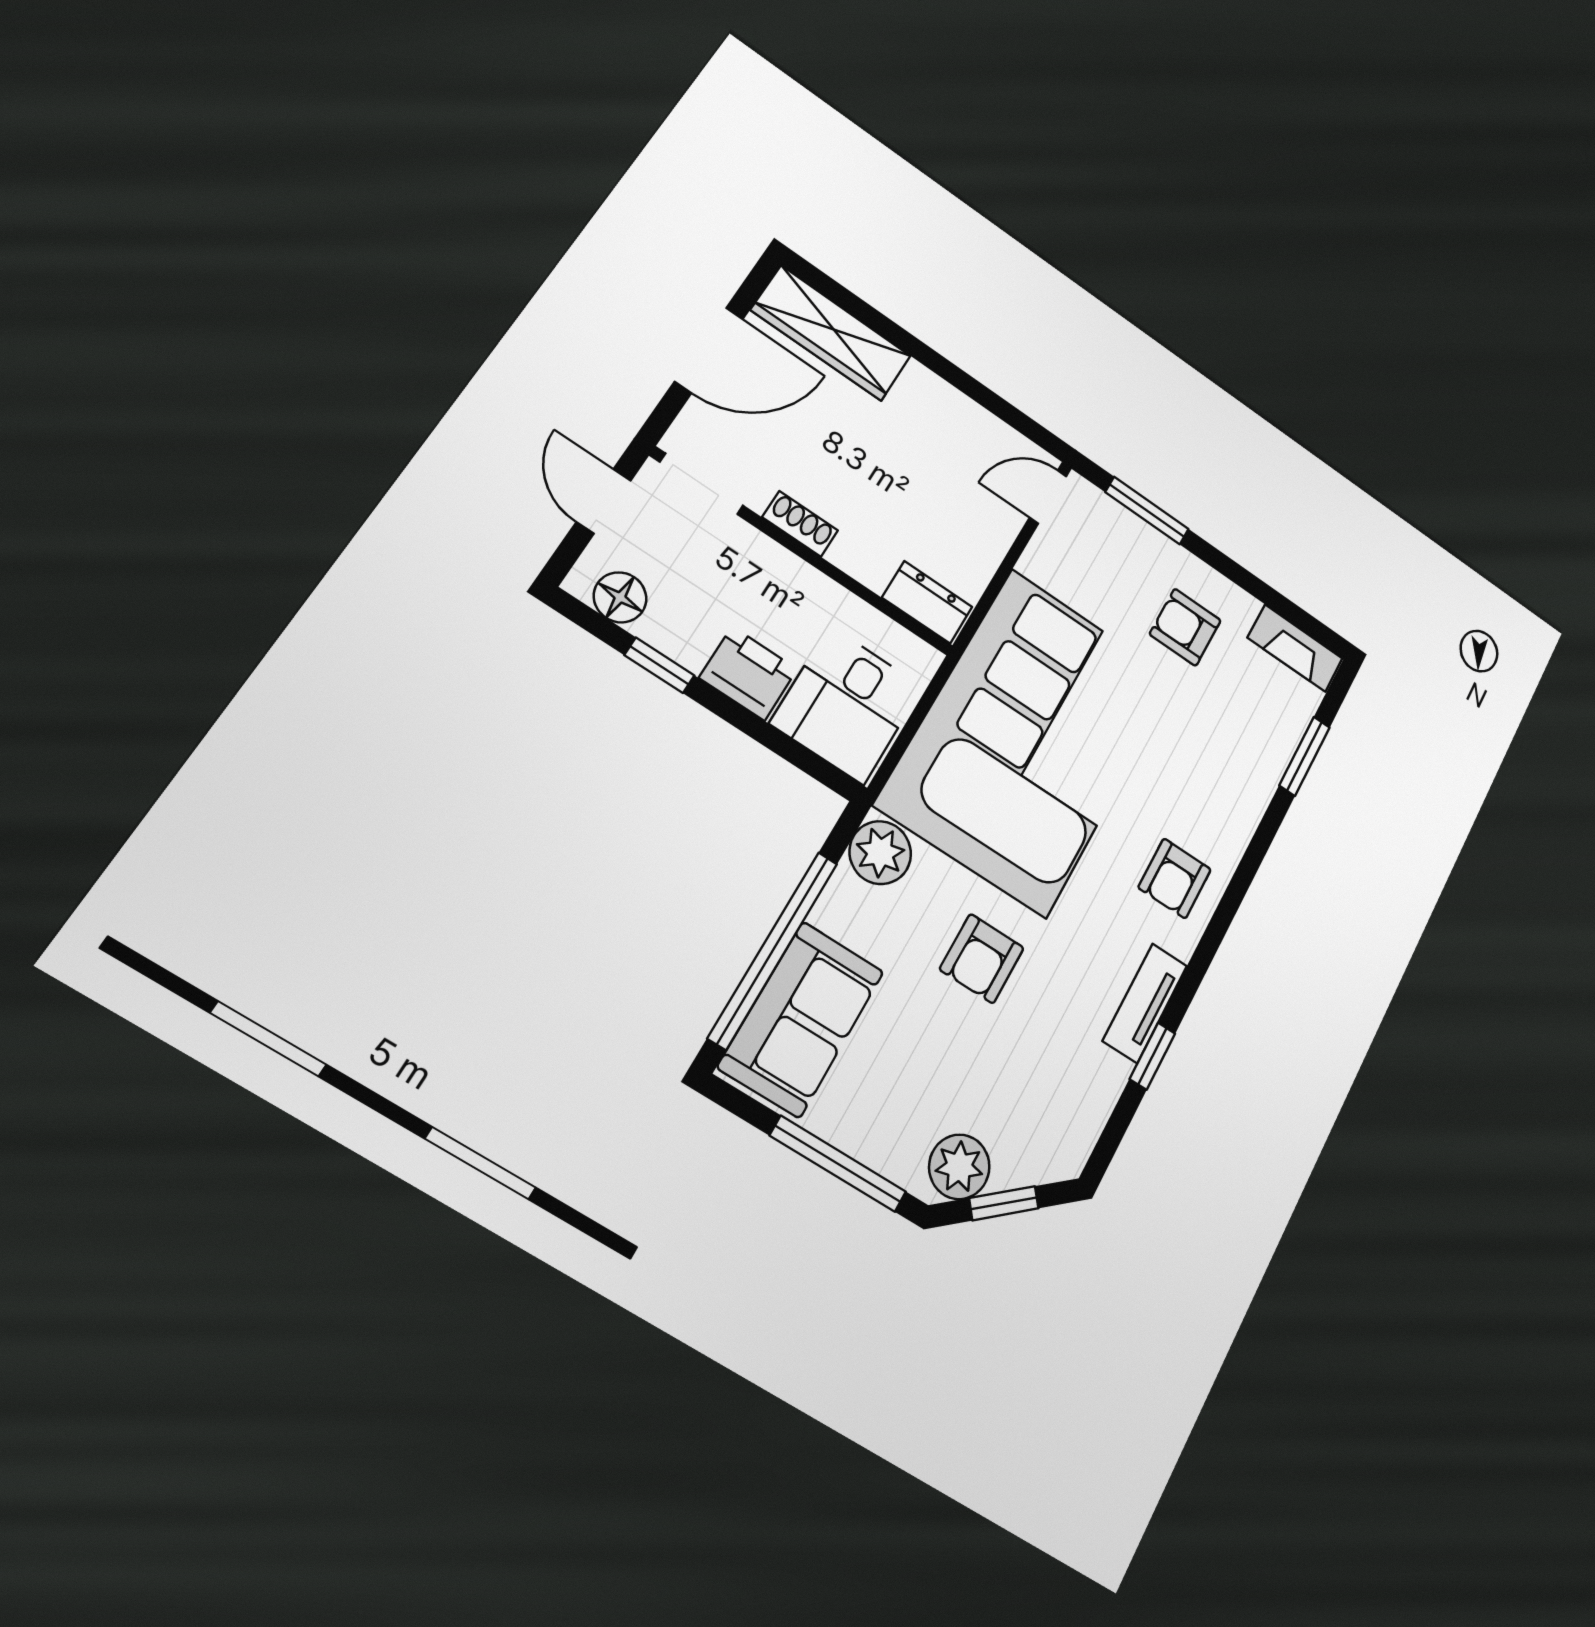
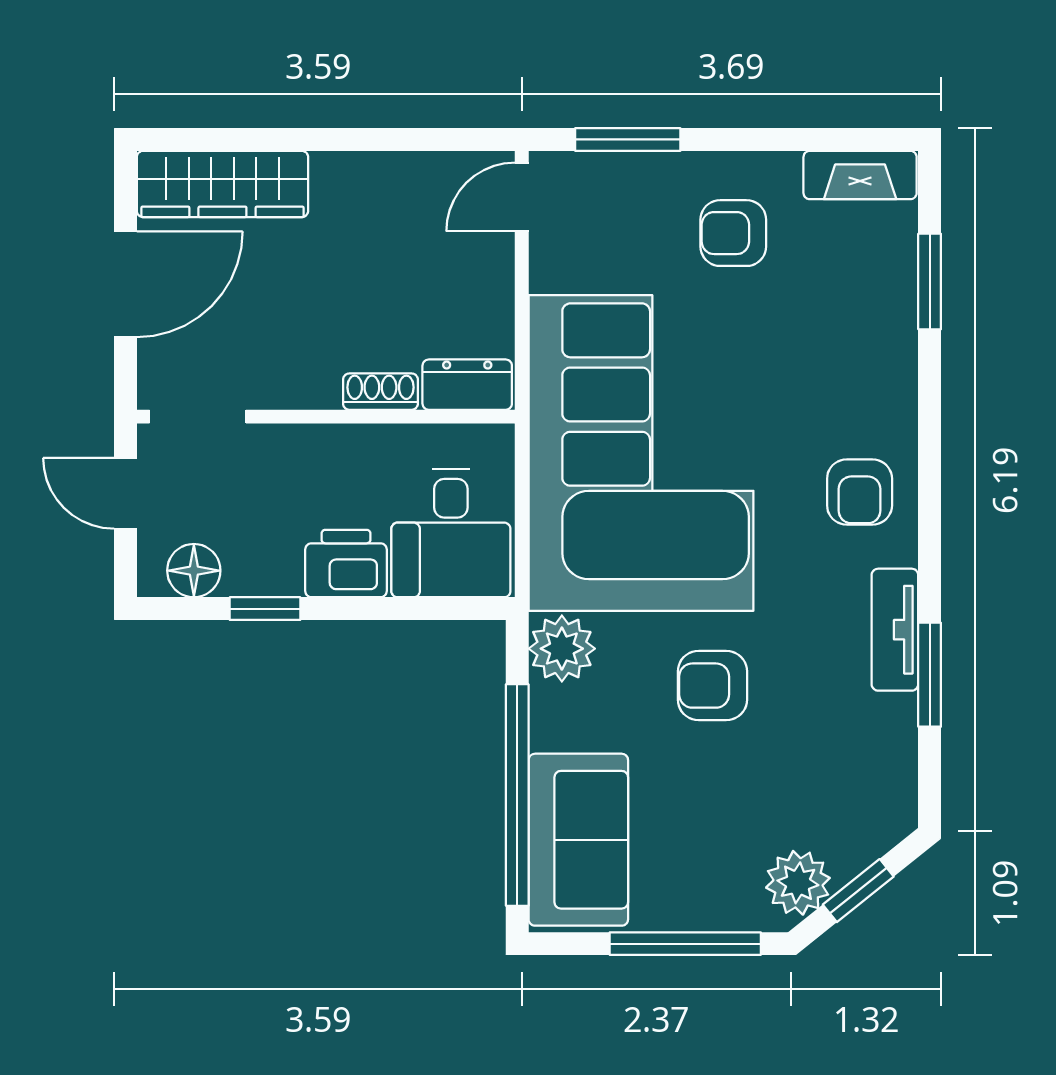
shoe rack: (800, 524) -> (380, 392), moved
armchair: (982, 959) -> (712, 686), turned 90
window: (1152, 1056) -> (930, 675), width x1.50

